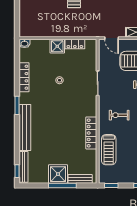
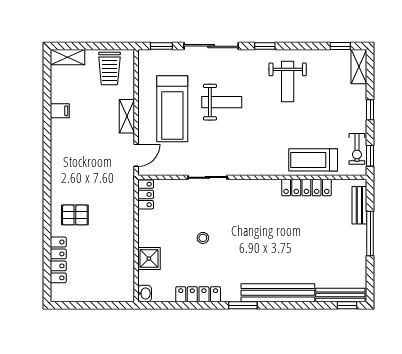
locker: (75, 44) -> (146, 194), moved
shower: (57, 46) -> (149, 259), moved
exercise bike: (119, 115) -> (357, 149), moved
locker: (91, 133) -> (306, 187), moved
treadmill: (109, 150) -> (313, 160), turned 180
shower: (58, 174) -> (352, 240), removed

